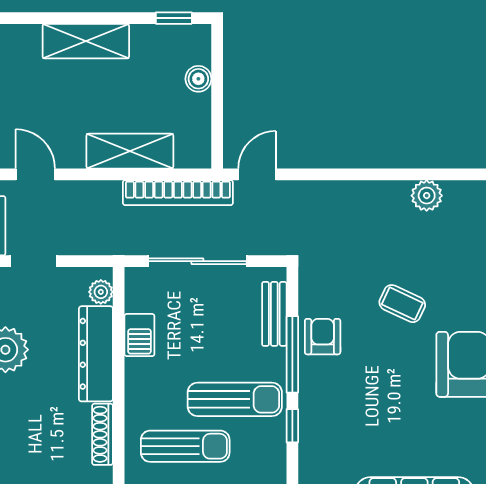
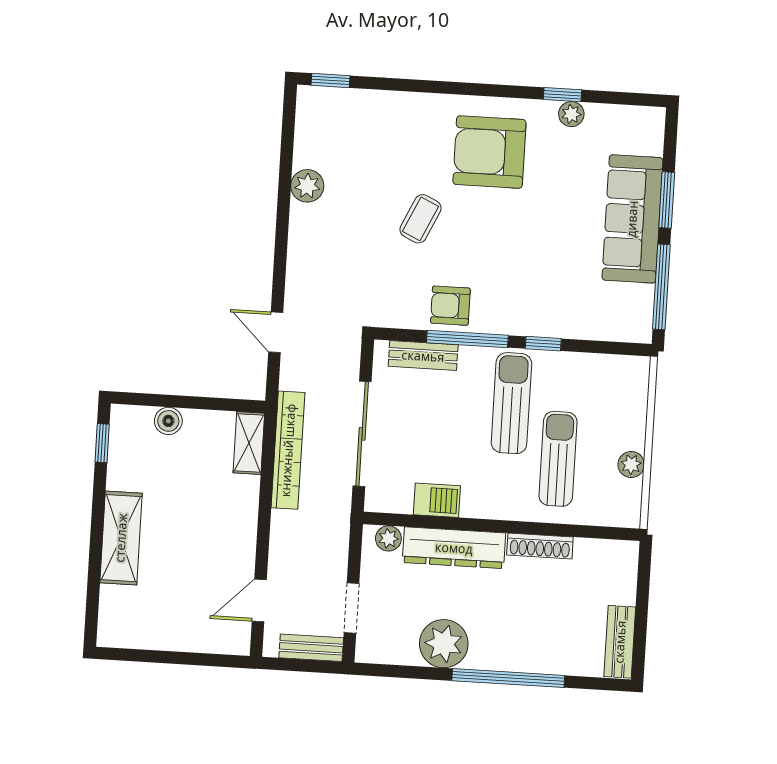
shelving: (130, 151) -> (249, 443), moved, width x0.67, depth x0.75
door: (257, 174) -> (276, 332), moved

